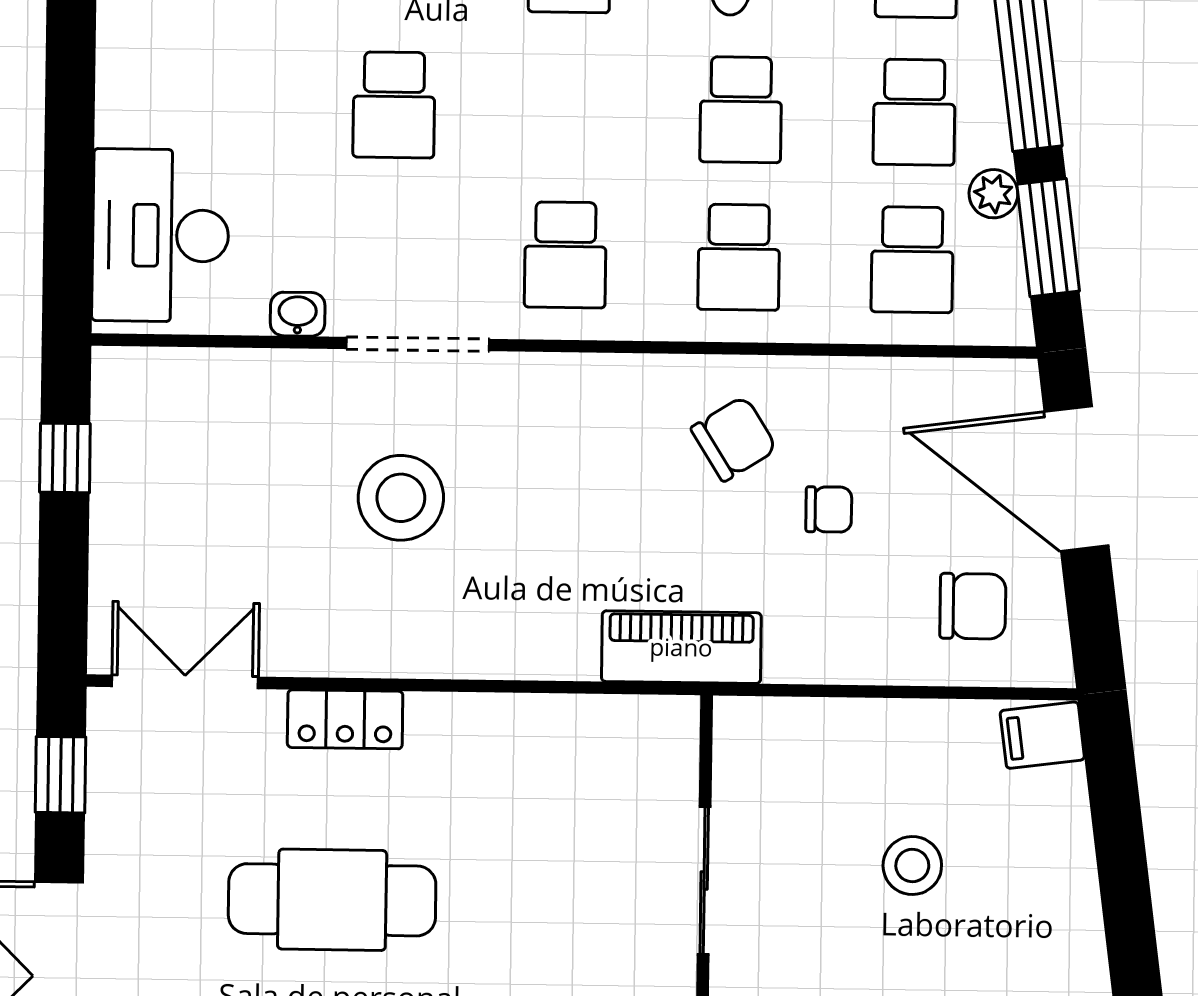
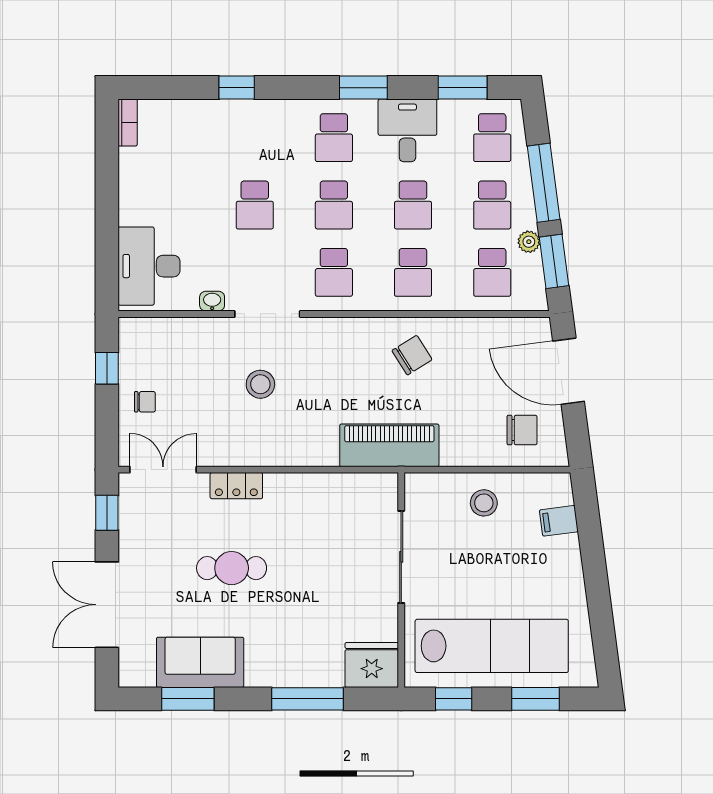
school desk: (567, 107) -> (334, 205), added
stool: (401, 498) -> (260, 384), width x0.73, depth x0.73
chair: (829, 509) -> (145, 402), moved
piano: (681, 647) -> (389, 445), width x1.37, depth x1.33
filing cabinet: (1042, 735) -> (559, 521), moved
stool: (912, 865) -> (484, 503), moved
sliding door: (704, 880) -> (401, 557), width x1.37
cafe table: (332, 900) -> (232, 568), width x0.73, depth x0.74

